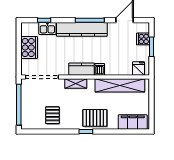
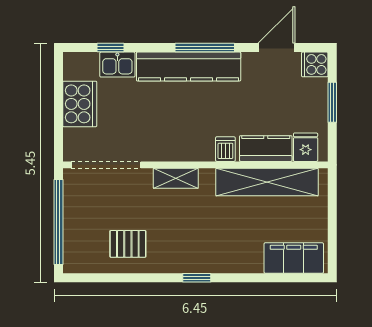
cooker: (143, 39) -> (315, 64), moved
kitchen counter: (82, 69) -> (266, 149), moved
pallet: (52, 115) -> (128, 244), turned 90
pallet: (95, 118) -> (216, 250), removed

